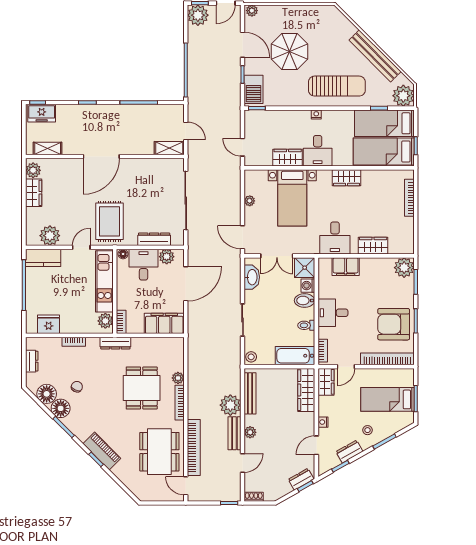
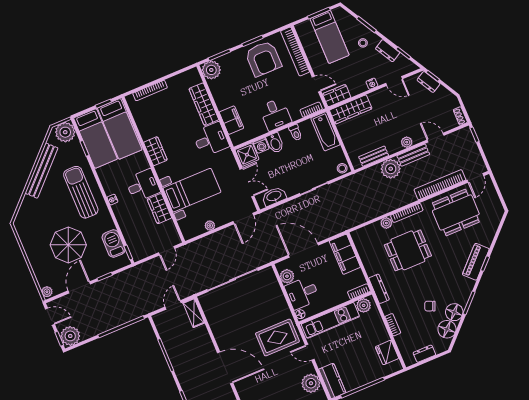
barbecue: (253, 89) -> (114, 243), moved, turned -90
dresser: (154, 239) -> (277, 293), removed
wardrobe: (373, 246) -> (204, 104), width x1.50
bench: (250, 393) -> (374, 156), width x0.73

